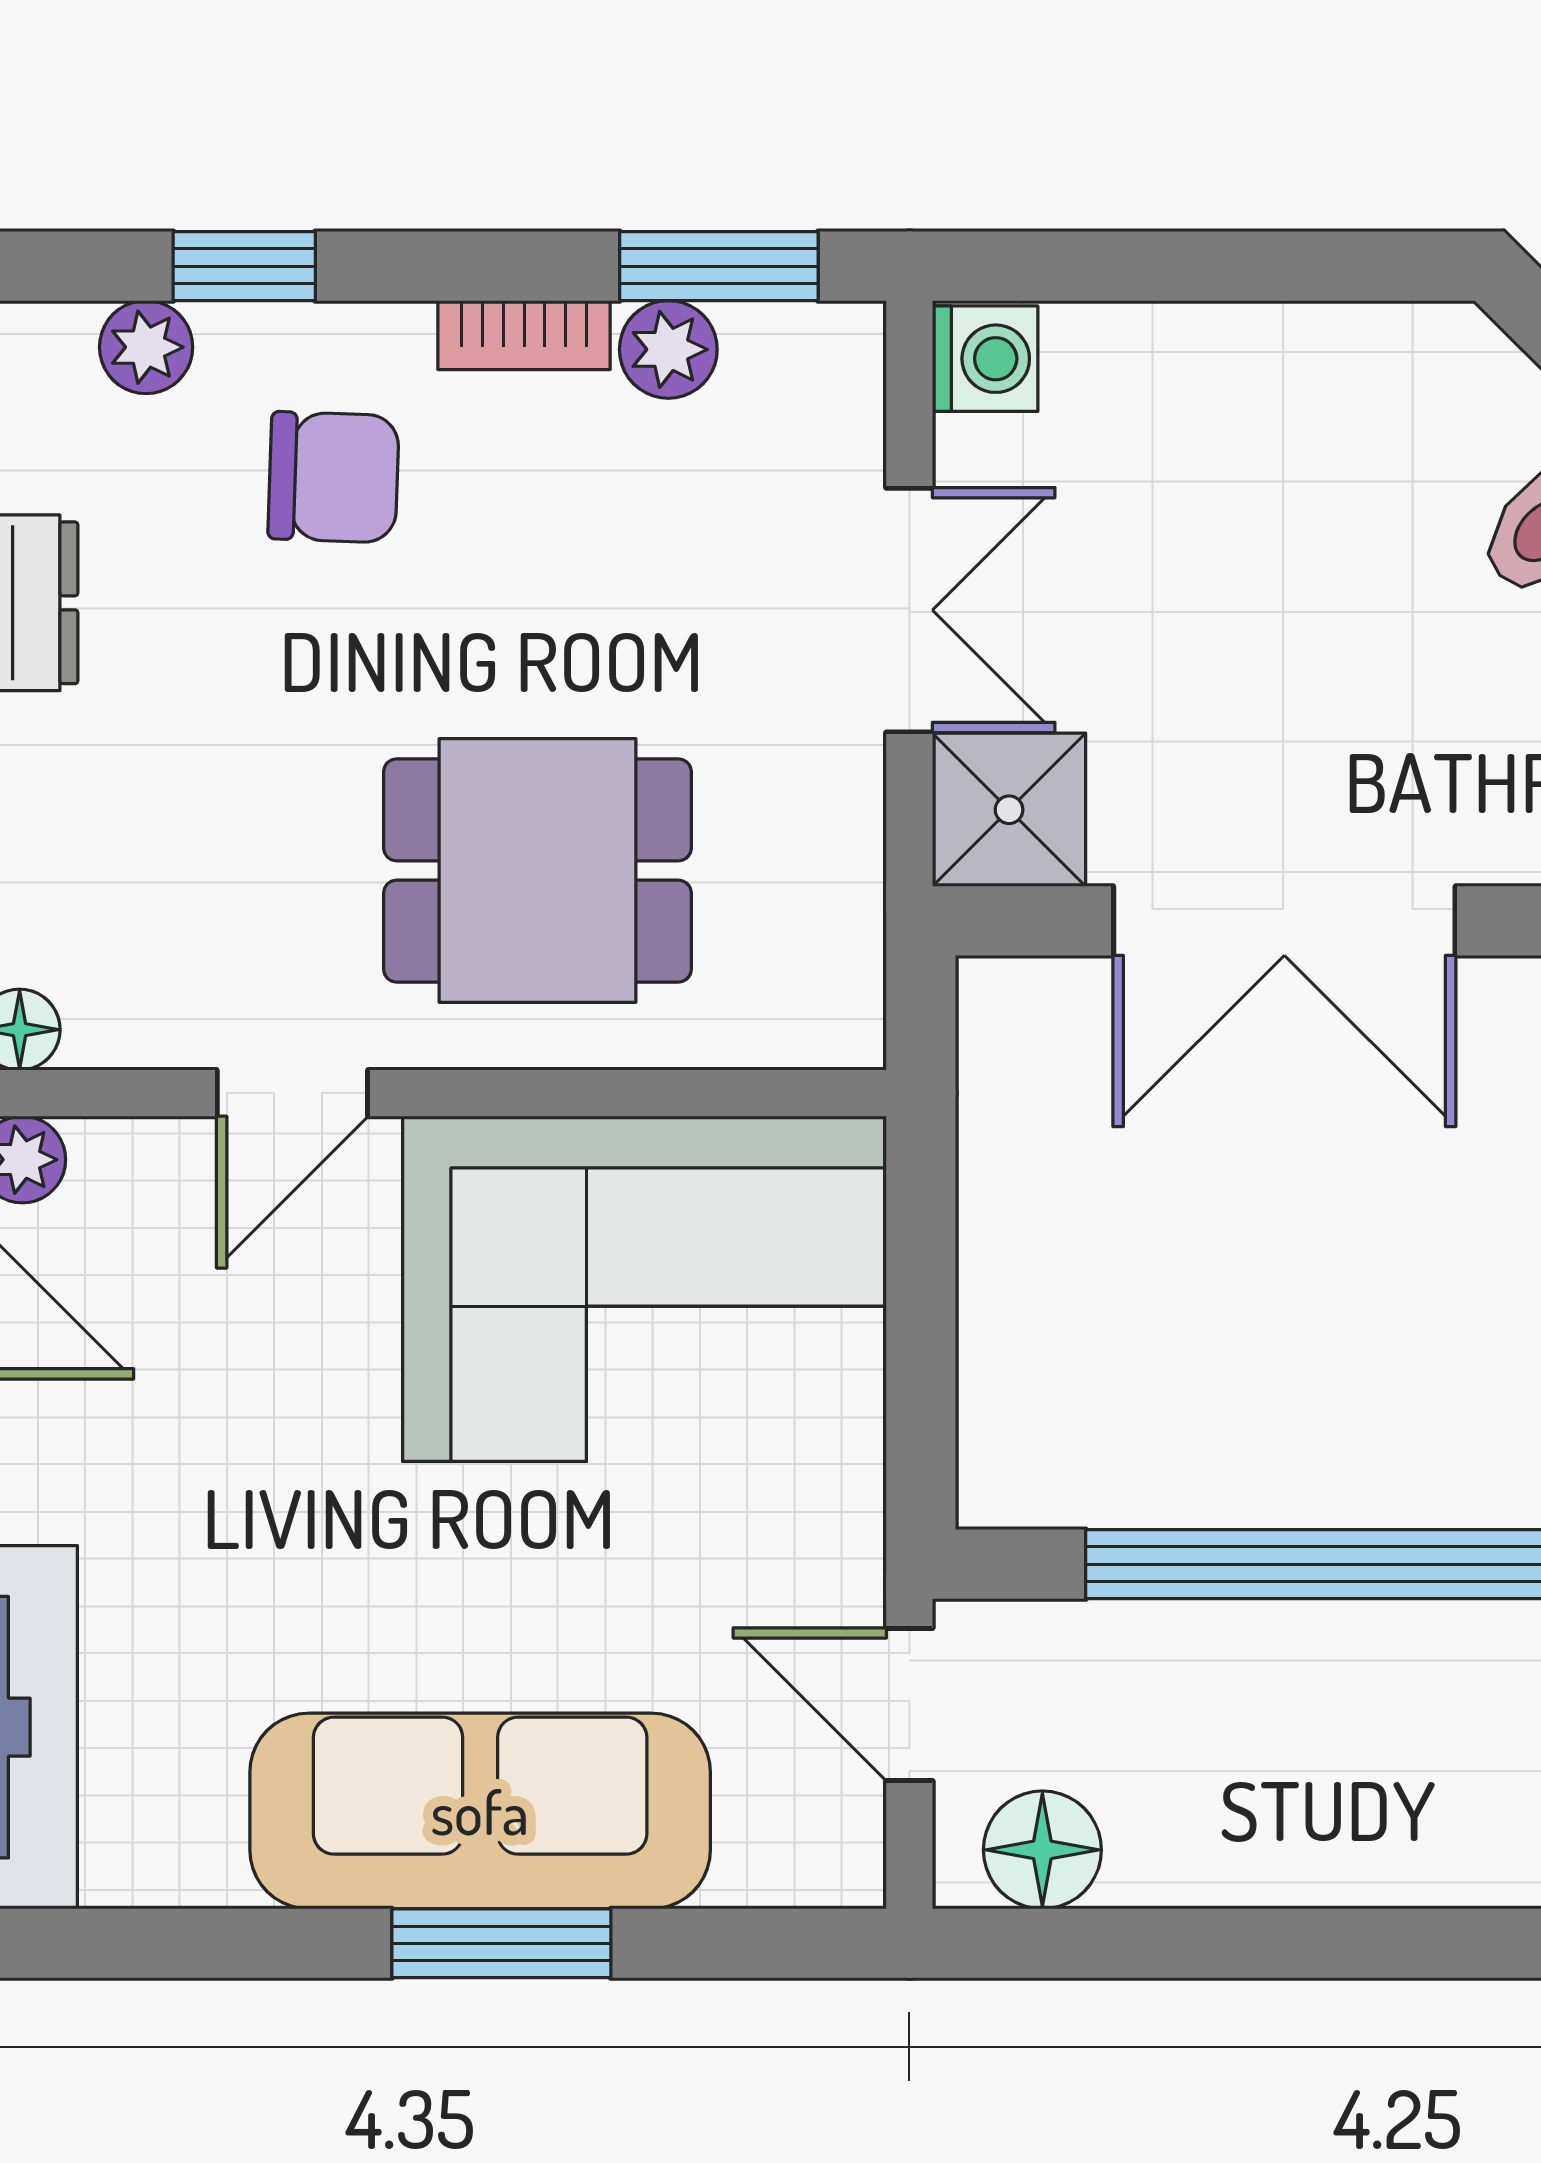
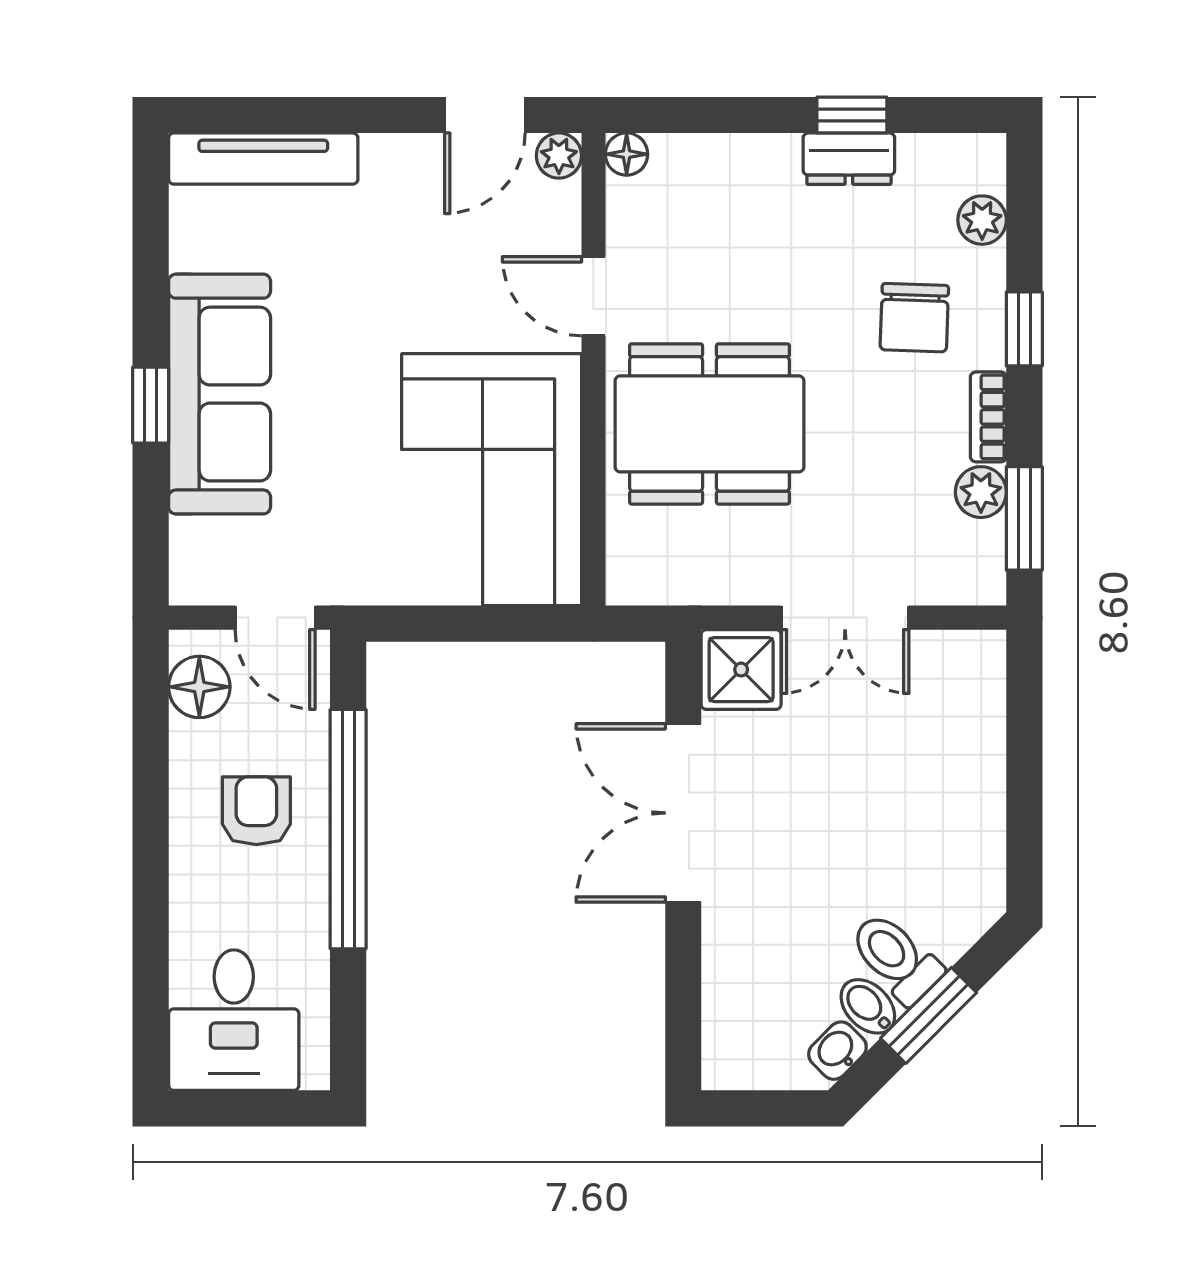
window: (244, 266) -> (1024, 329), moved
washing machine: (985, 359) -> (976, 657), removed
dining table: (537, 870) -> (709, 424), width x1.38
door: (909, 1704) -> (275, 618), swing flipped
armchair: (1280, 1740) -> (256, 811), added
window: (501, 1943) -> (151, 405), width x0.67

